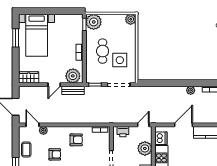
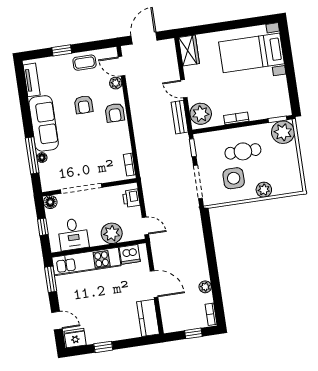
plant: (131, 19) -> (264, 190), moved
window: (16, 38) -> (243, 23), removed
door: (32, 125) -> (121, 66), swing flipped
armchair: (76, 140) -> (115, 113), moved

